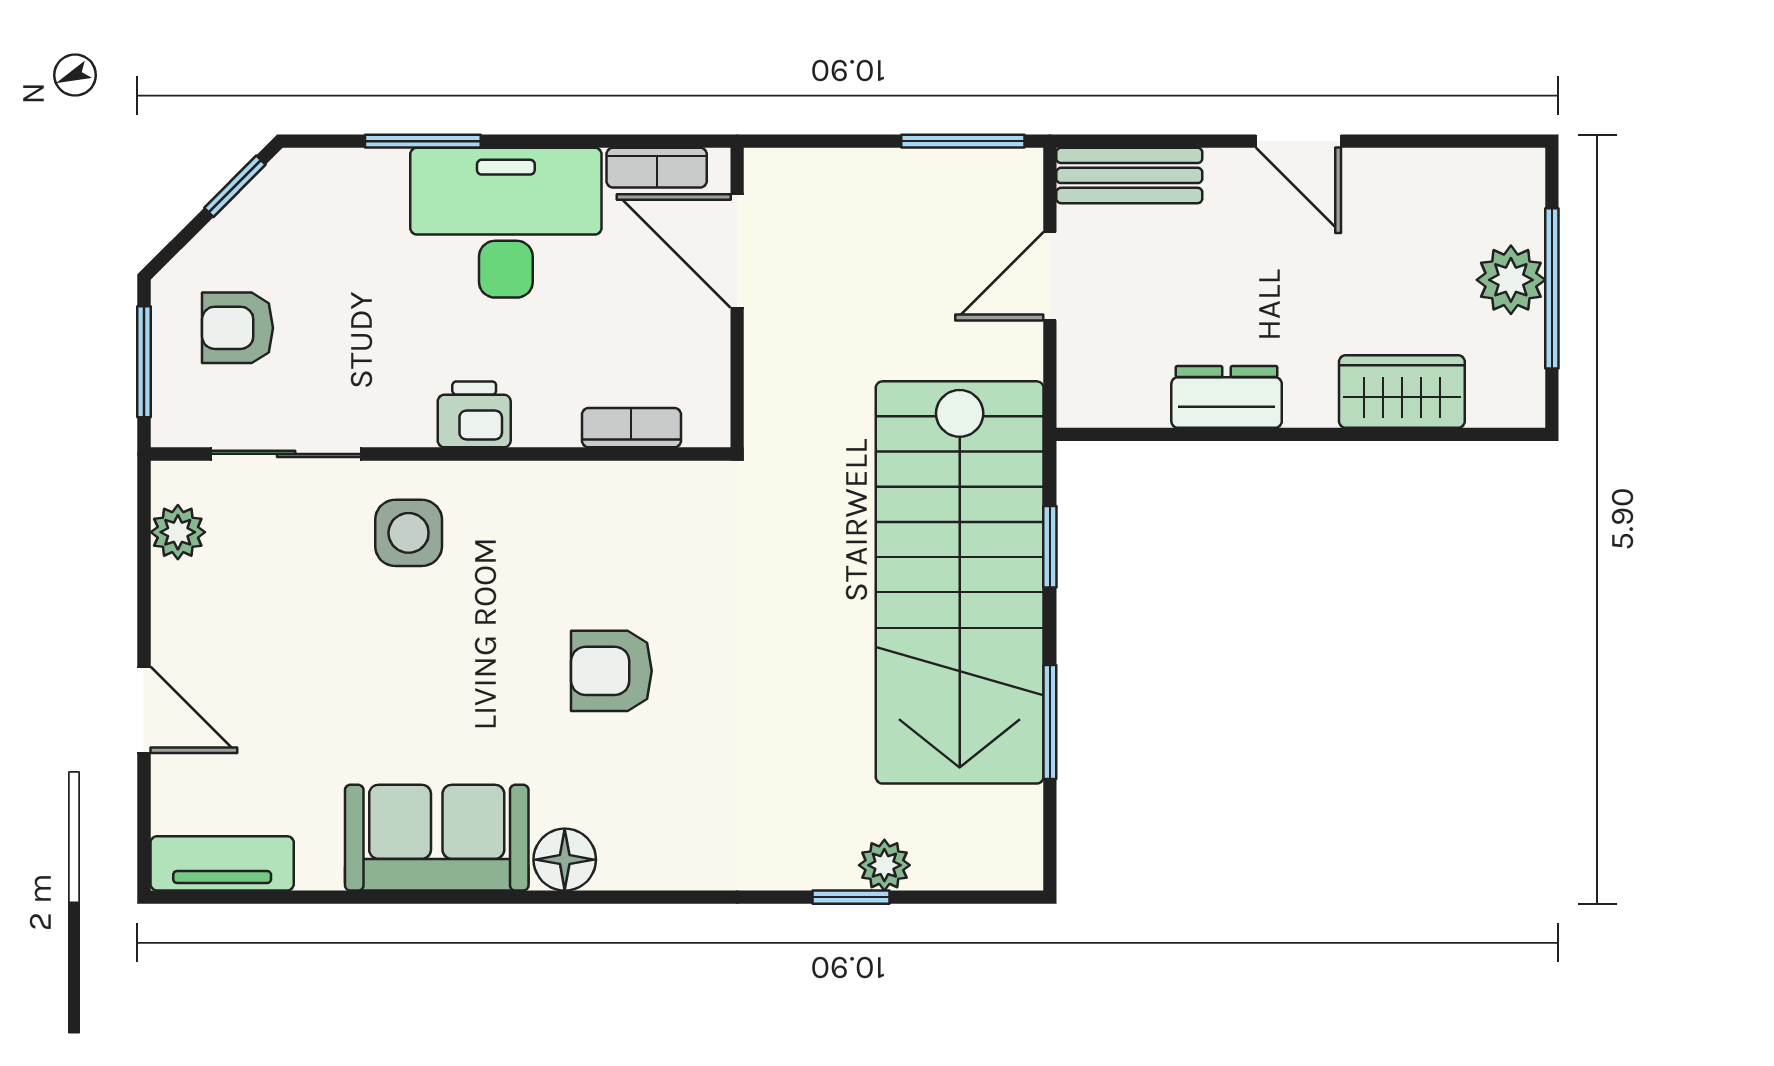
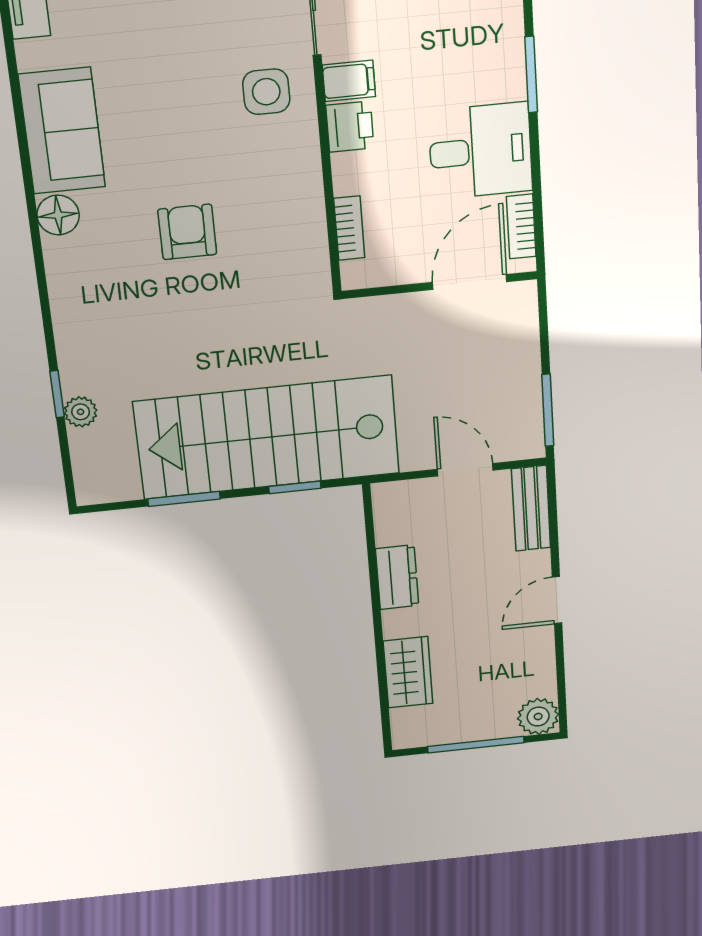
desk: (506, 223) -> (480, 151), width x0.73
plant: (1511, 280) -> (538, 717), moved
filing cabinet: (405, 410) -> (349, 81), added

